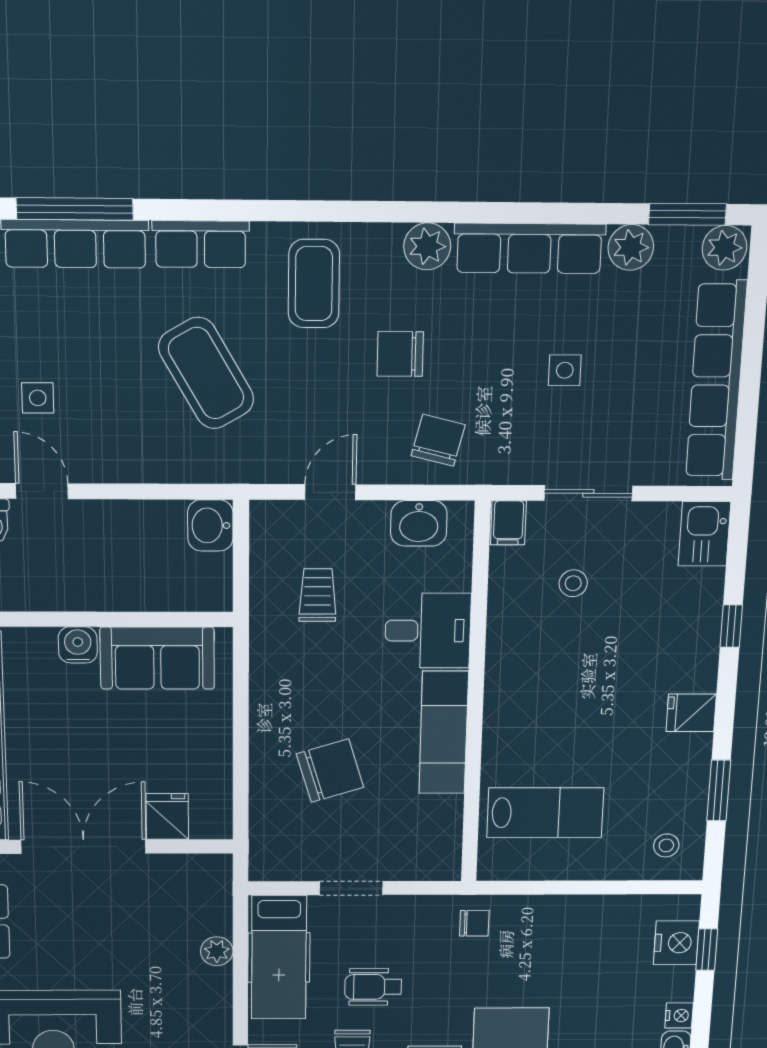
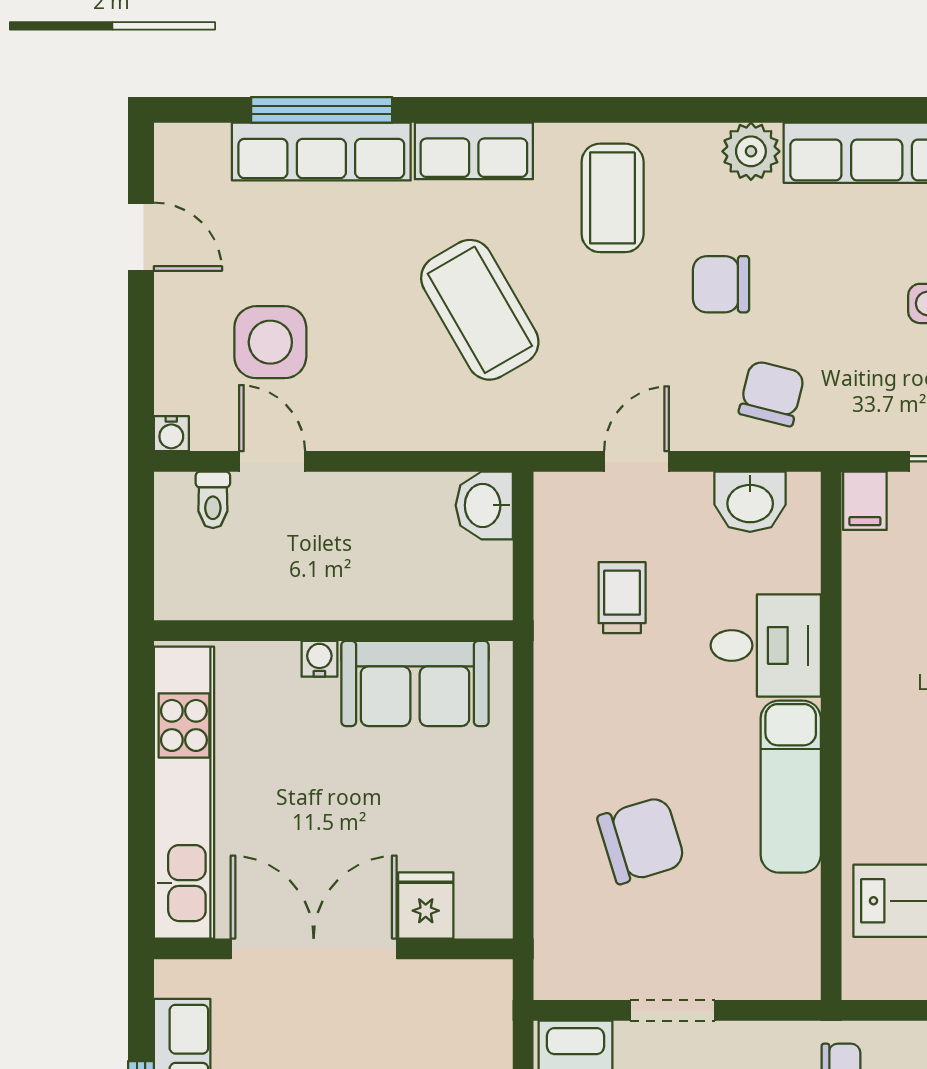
side table: (38, 398) -> (270, 342), width x1.87, depth x1.87
water cooler: (78, 645) -> (319, 659), width x0.72, depth x0.72

